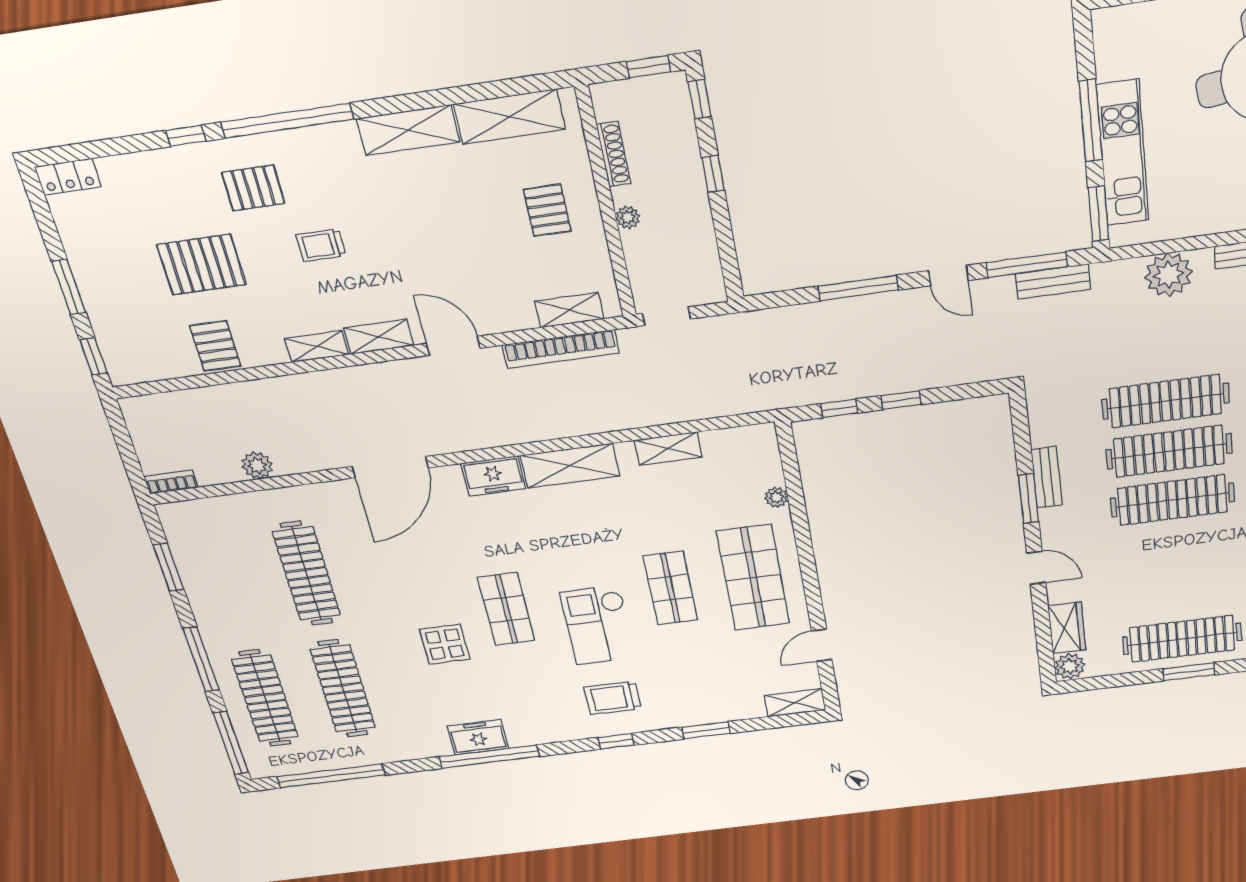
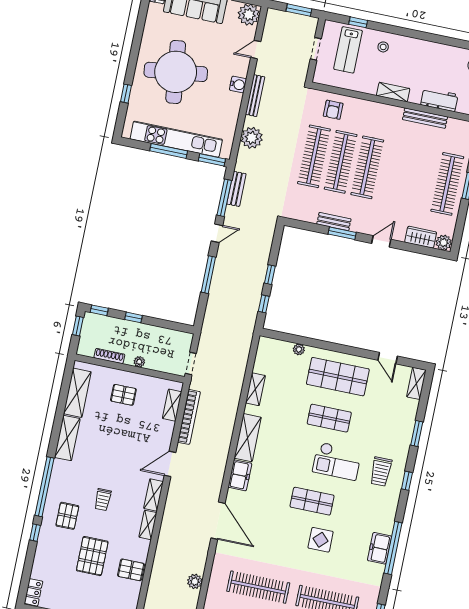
kitchen unit: (1123, 153) -> (176, 139), width x1.36

